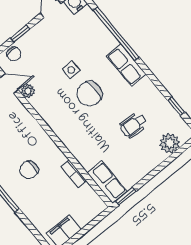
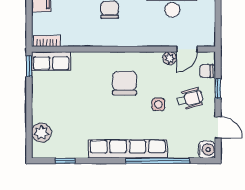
row of seats: (126, 65) -> (128, 149), width x2.02
chair: (89, 94) -> (125, 83), moved
wheelchair: (134, 125) -> (190, 99), moved, turned 70
bookcase: (74, 174) -> (47, 41), moved

